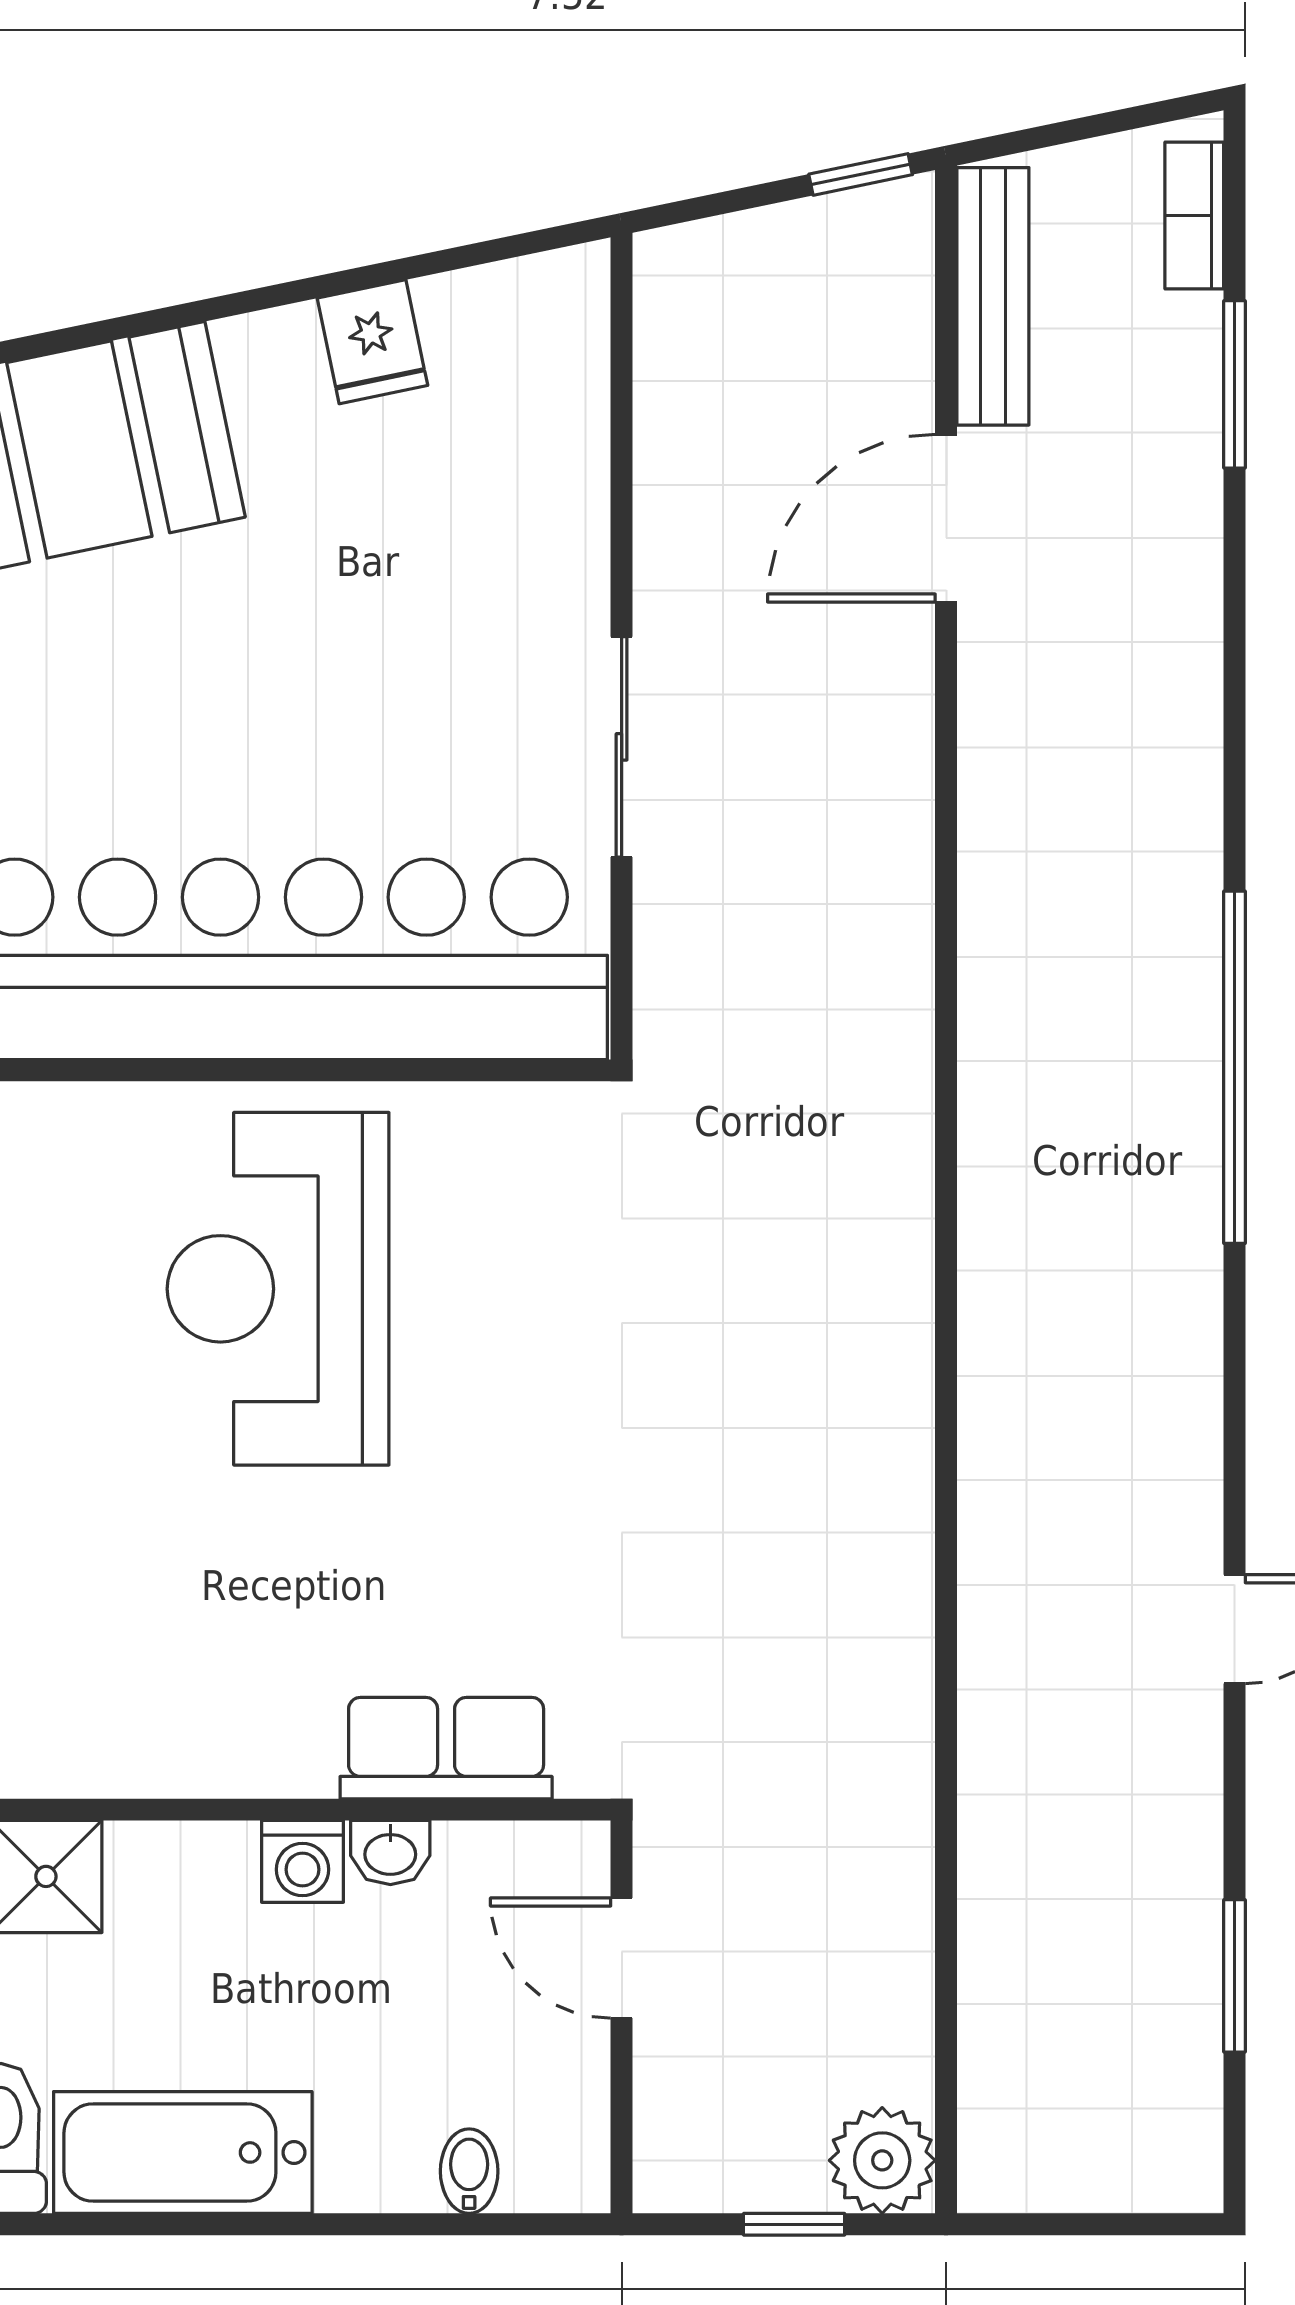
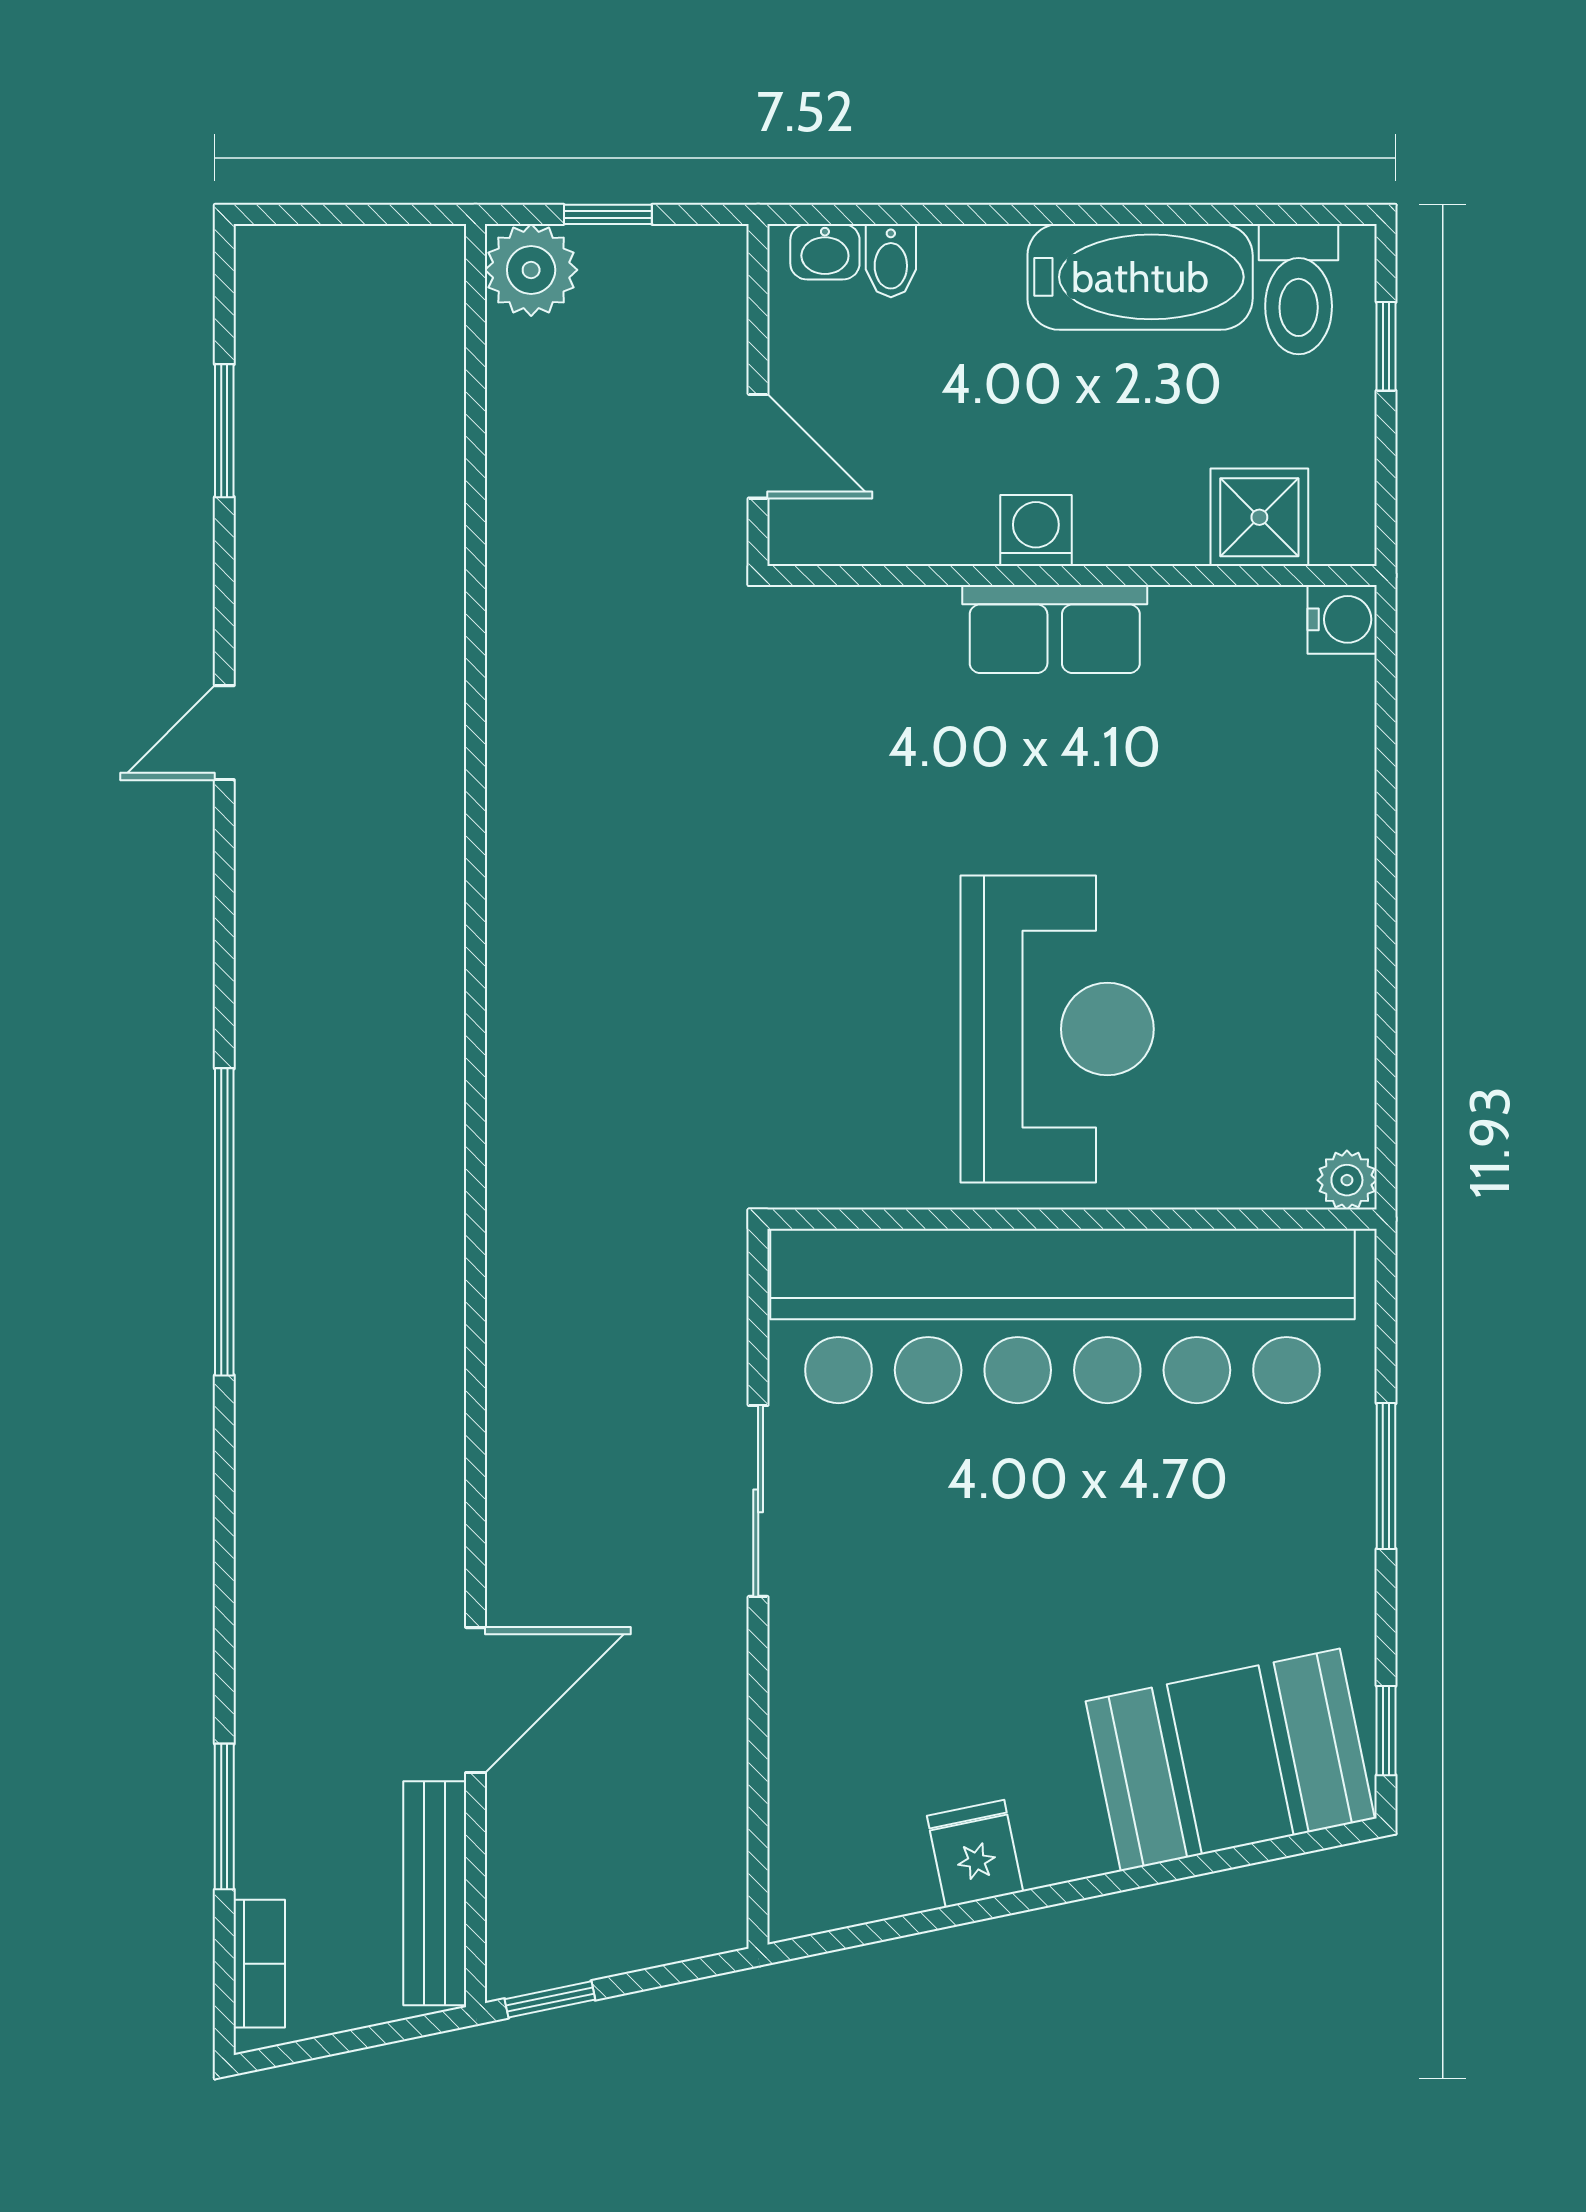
row of seats: (446, 1748) -> (1055, 629), moved
washbasin: (390, 1852) -> (825, 252), moved, turned 180

